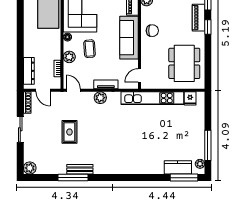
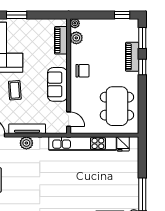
sofa: (129, 38) -> (57, 84), width x0.73
door: (139, 75) -> (69, 119), swing flipped
tv unit: (106, 84) -> (27, 129), width x1.41

